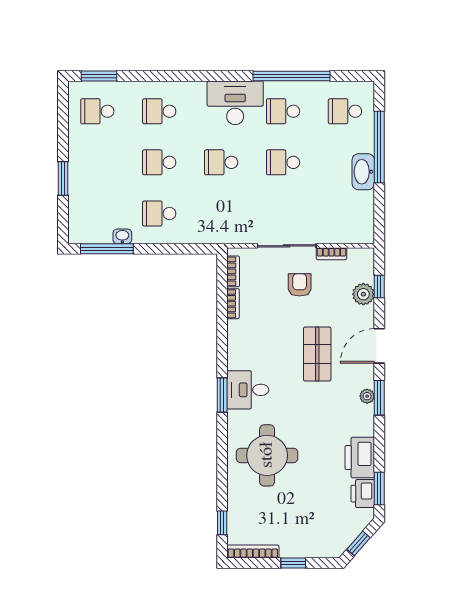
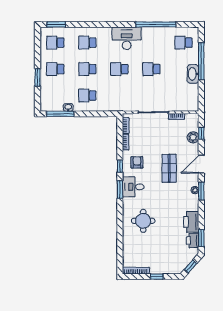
school desk: (283, 111) -> (55, 69), moved
armchair: (300, 285) -> (137, 162), moved
round table: (267, 455) -> (143, 221), width x0.73, depth x0.73
window: (222, 523) -> (120, 166), moved

